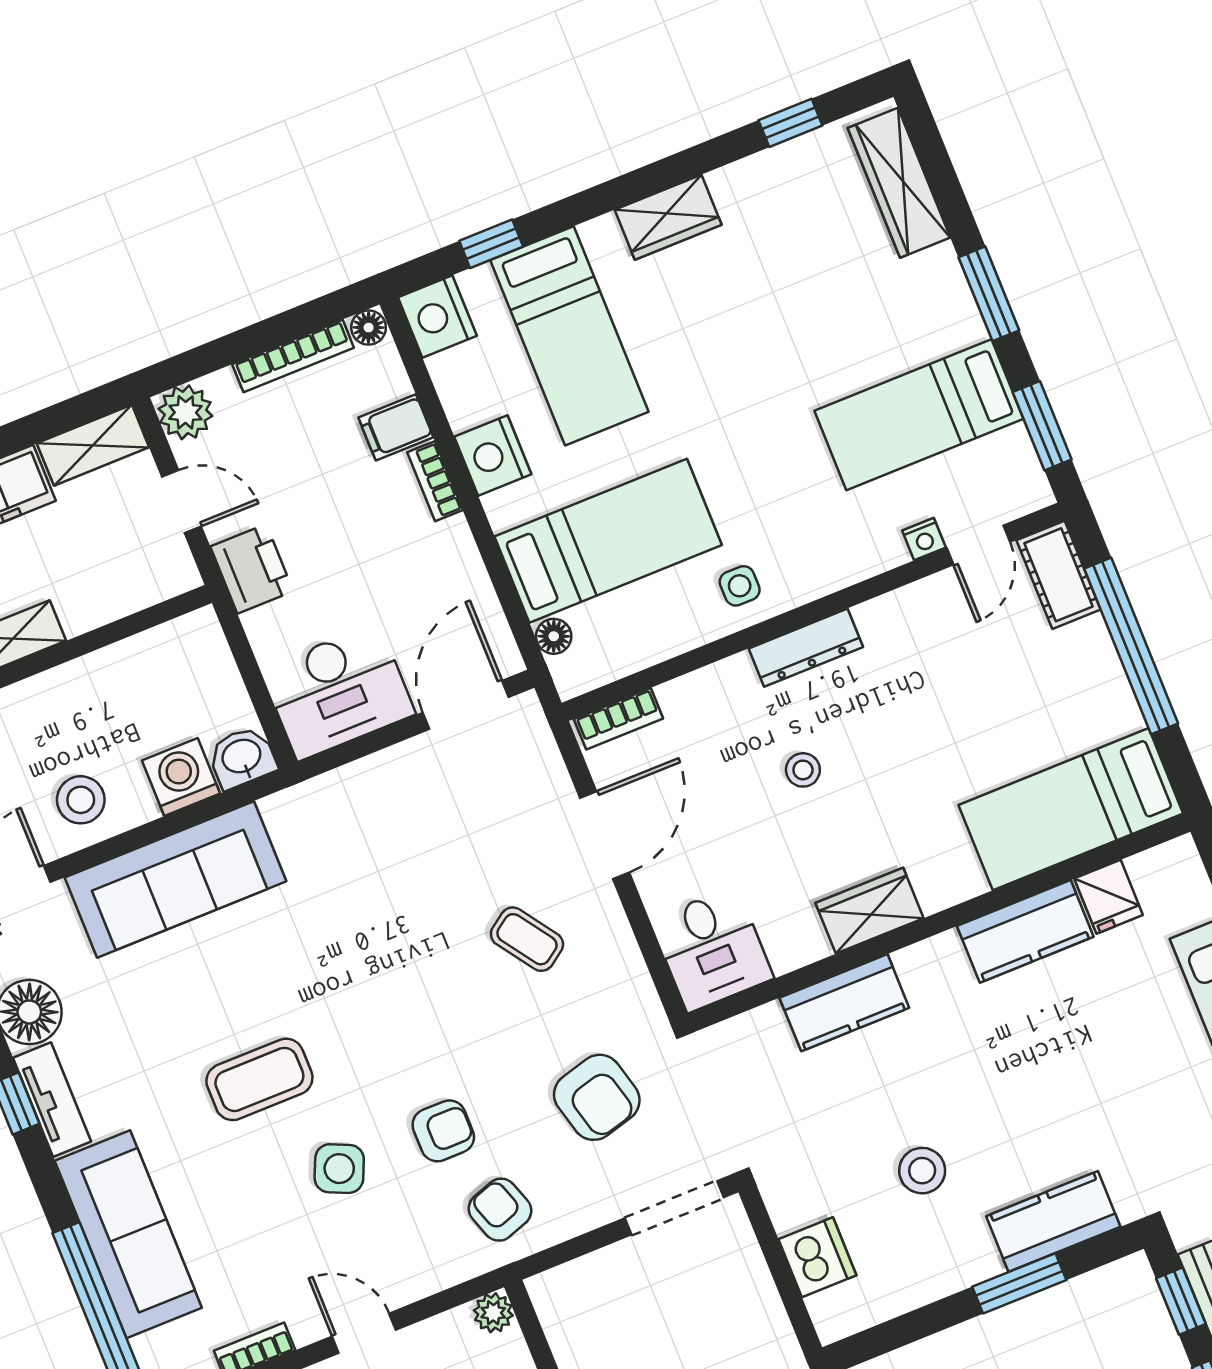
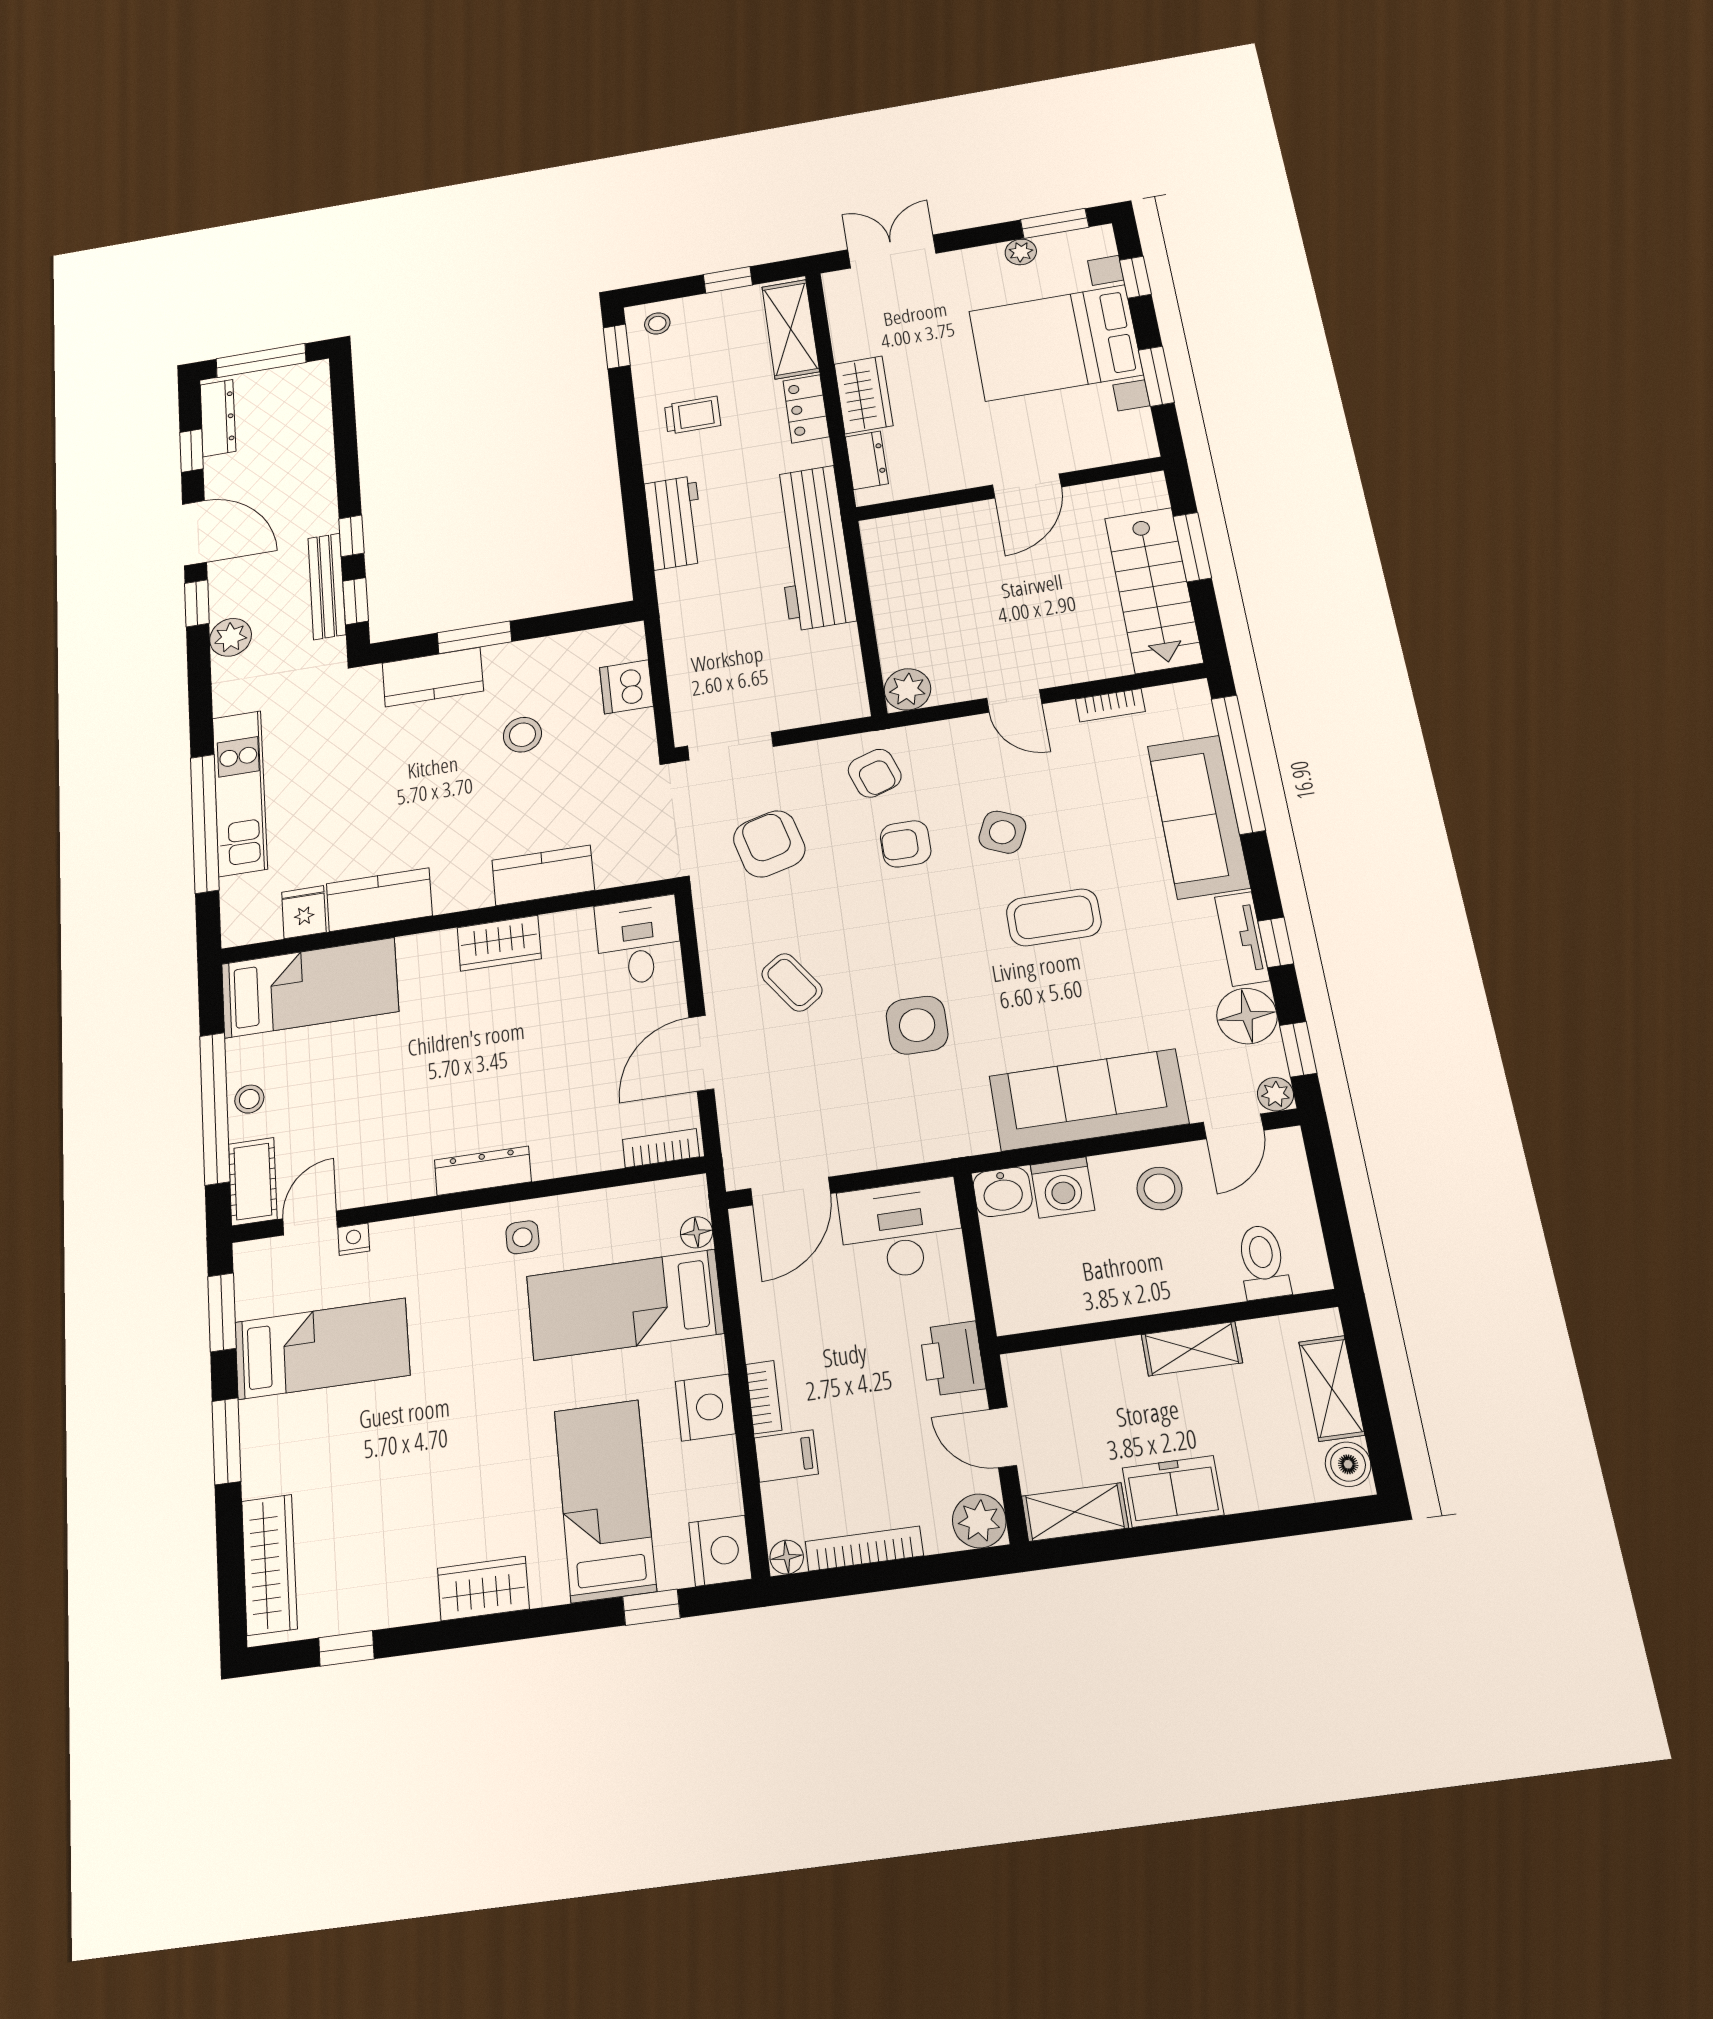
stool: (803, 770) -> (249, 1099), moved
side table: (378, 921) -> (917, 1025), added
plant: (493, 1313) -> (907, 689), width x1.38, depth x1.38

